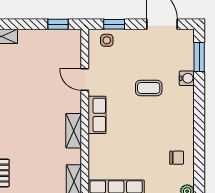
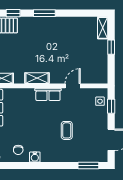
window: (58, 24) -> (111, 47), moved
water cooler: (187, 78) -> (35, 157), moved

